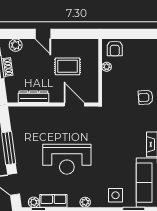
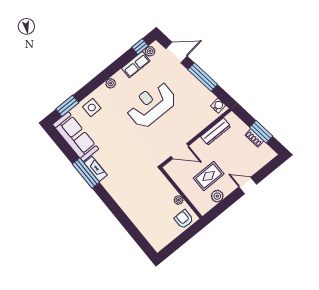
plant: (16, 45) -> (217, 196), moved
armchair: (146, 97) -> (130, 201), removed
water cooler: (15, 116) -> (218, 106), added

